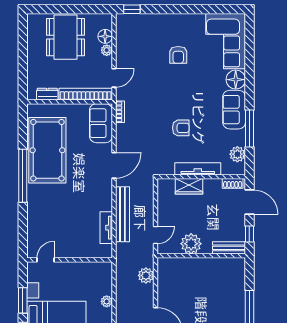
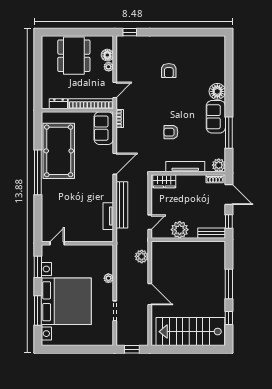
corner sofa: (226, 41) -> (209, 59), removed
armchair: (181, 128) -> (171, 132), turned 180
plant: (237, 154) -> (219, 165), moved
wardrobe: (189, 186) -> (164, 181), moved
window: (23, 300) -> (38, 267), moved

